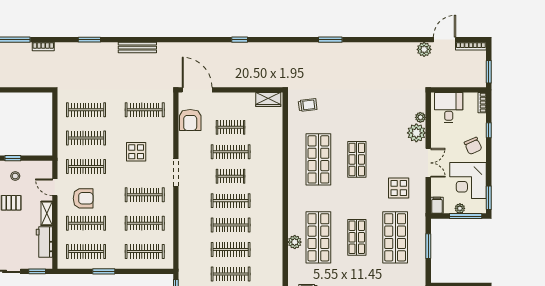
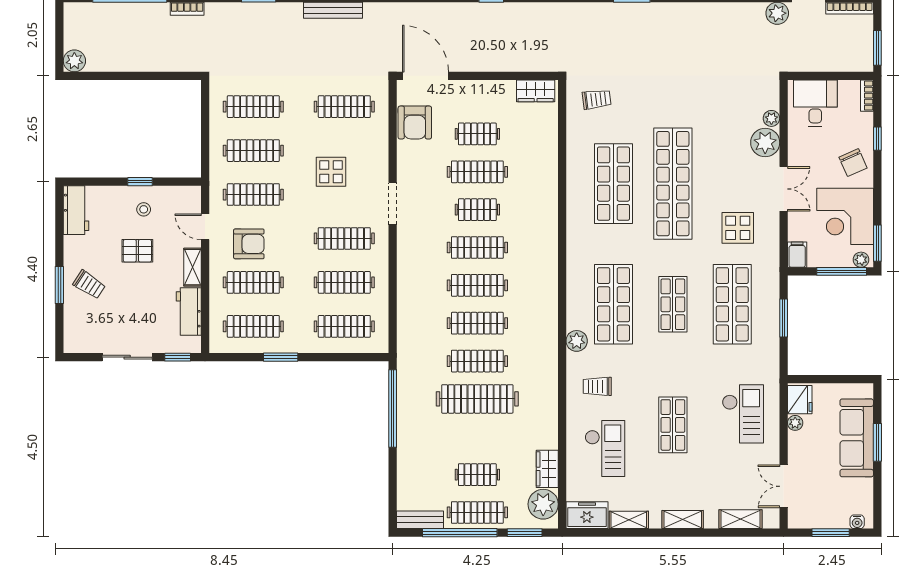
shop shelf: (357, 159) -> (673, 184), width x2.00, depth x1.36
plant: (460, 208) -> (861, 260), moved
plant: (295, 242) -> (577, 341), moved

